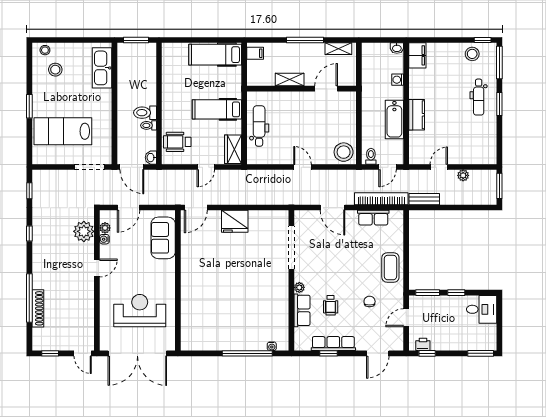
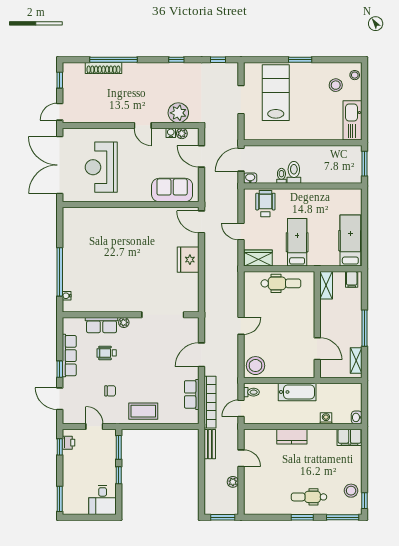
kitchen sink: (102, 68) -> (352, 120), moved, turned -90
shelving: (290, 80) -> (326, 285), moved
bathtub: (394, 119) -> (297, 392), moved, turned 180
doorway: (90, 167) -> (241, 100), moved
door: (388, 167) -> (241, 408), hinge flipped
reception desk: (140, 311) -> (101, 167), turned 180
window: (329, 353) -> (60, 369), moved

